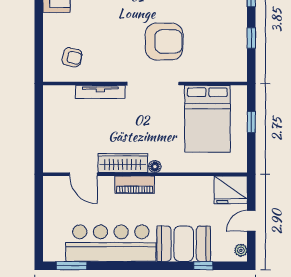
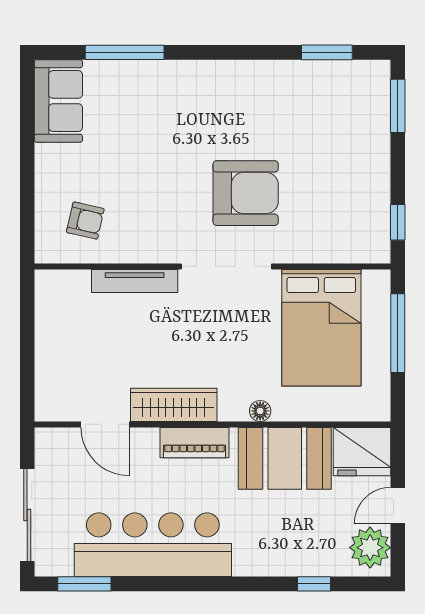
window: (251, 38) -> (398, 222), moved
window: (251, 122) -> (398, 333), width x2.17
floor lamp: (155, 167) -> (260, 411), moved
sliding door: (39, 226) -> (27, 515), added
booth: (184, 244) -> (285, 458), moved
plant: (241, 250) -> (370, 548), width x1.88, depth x1.88

